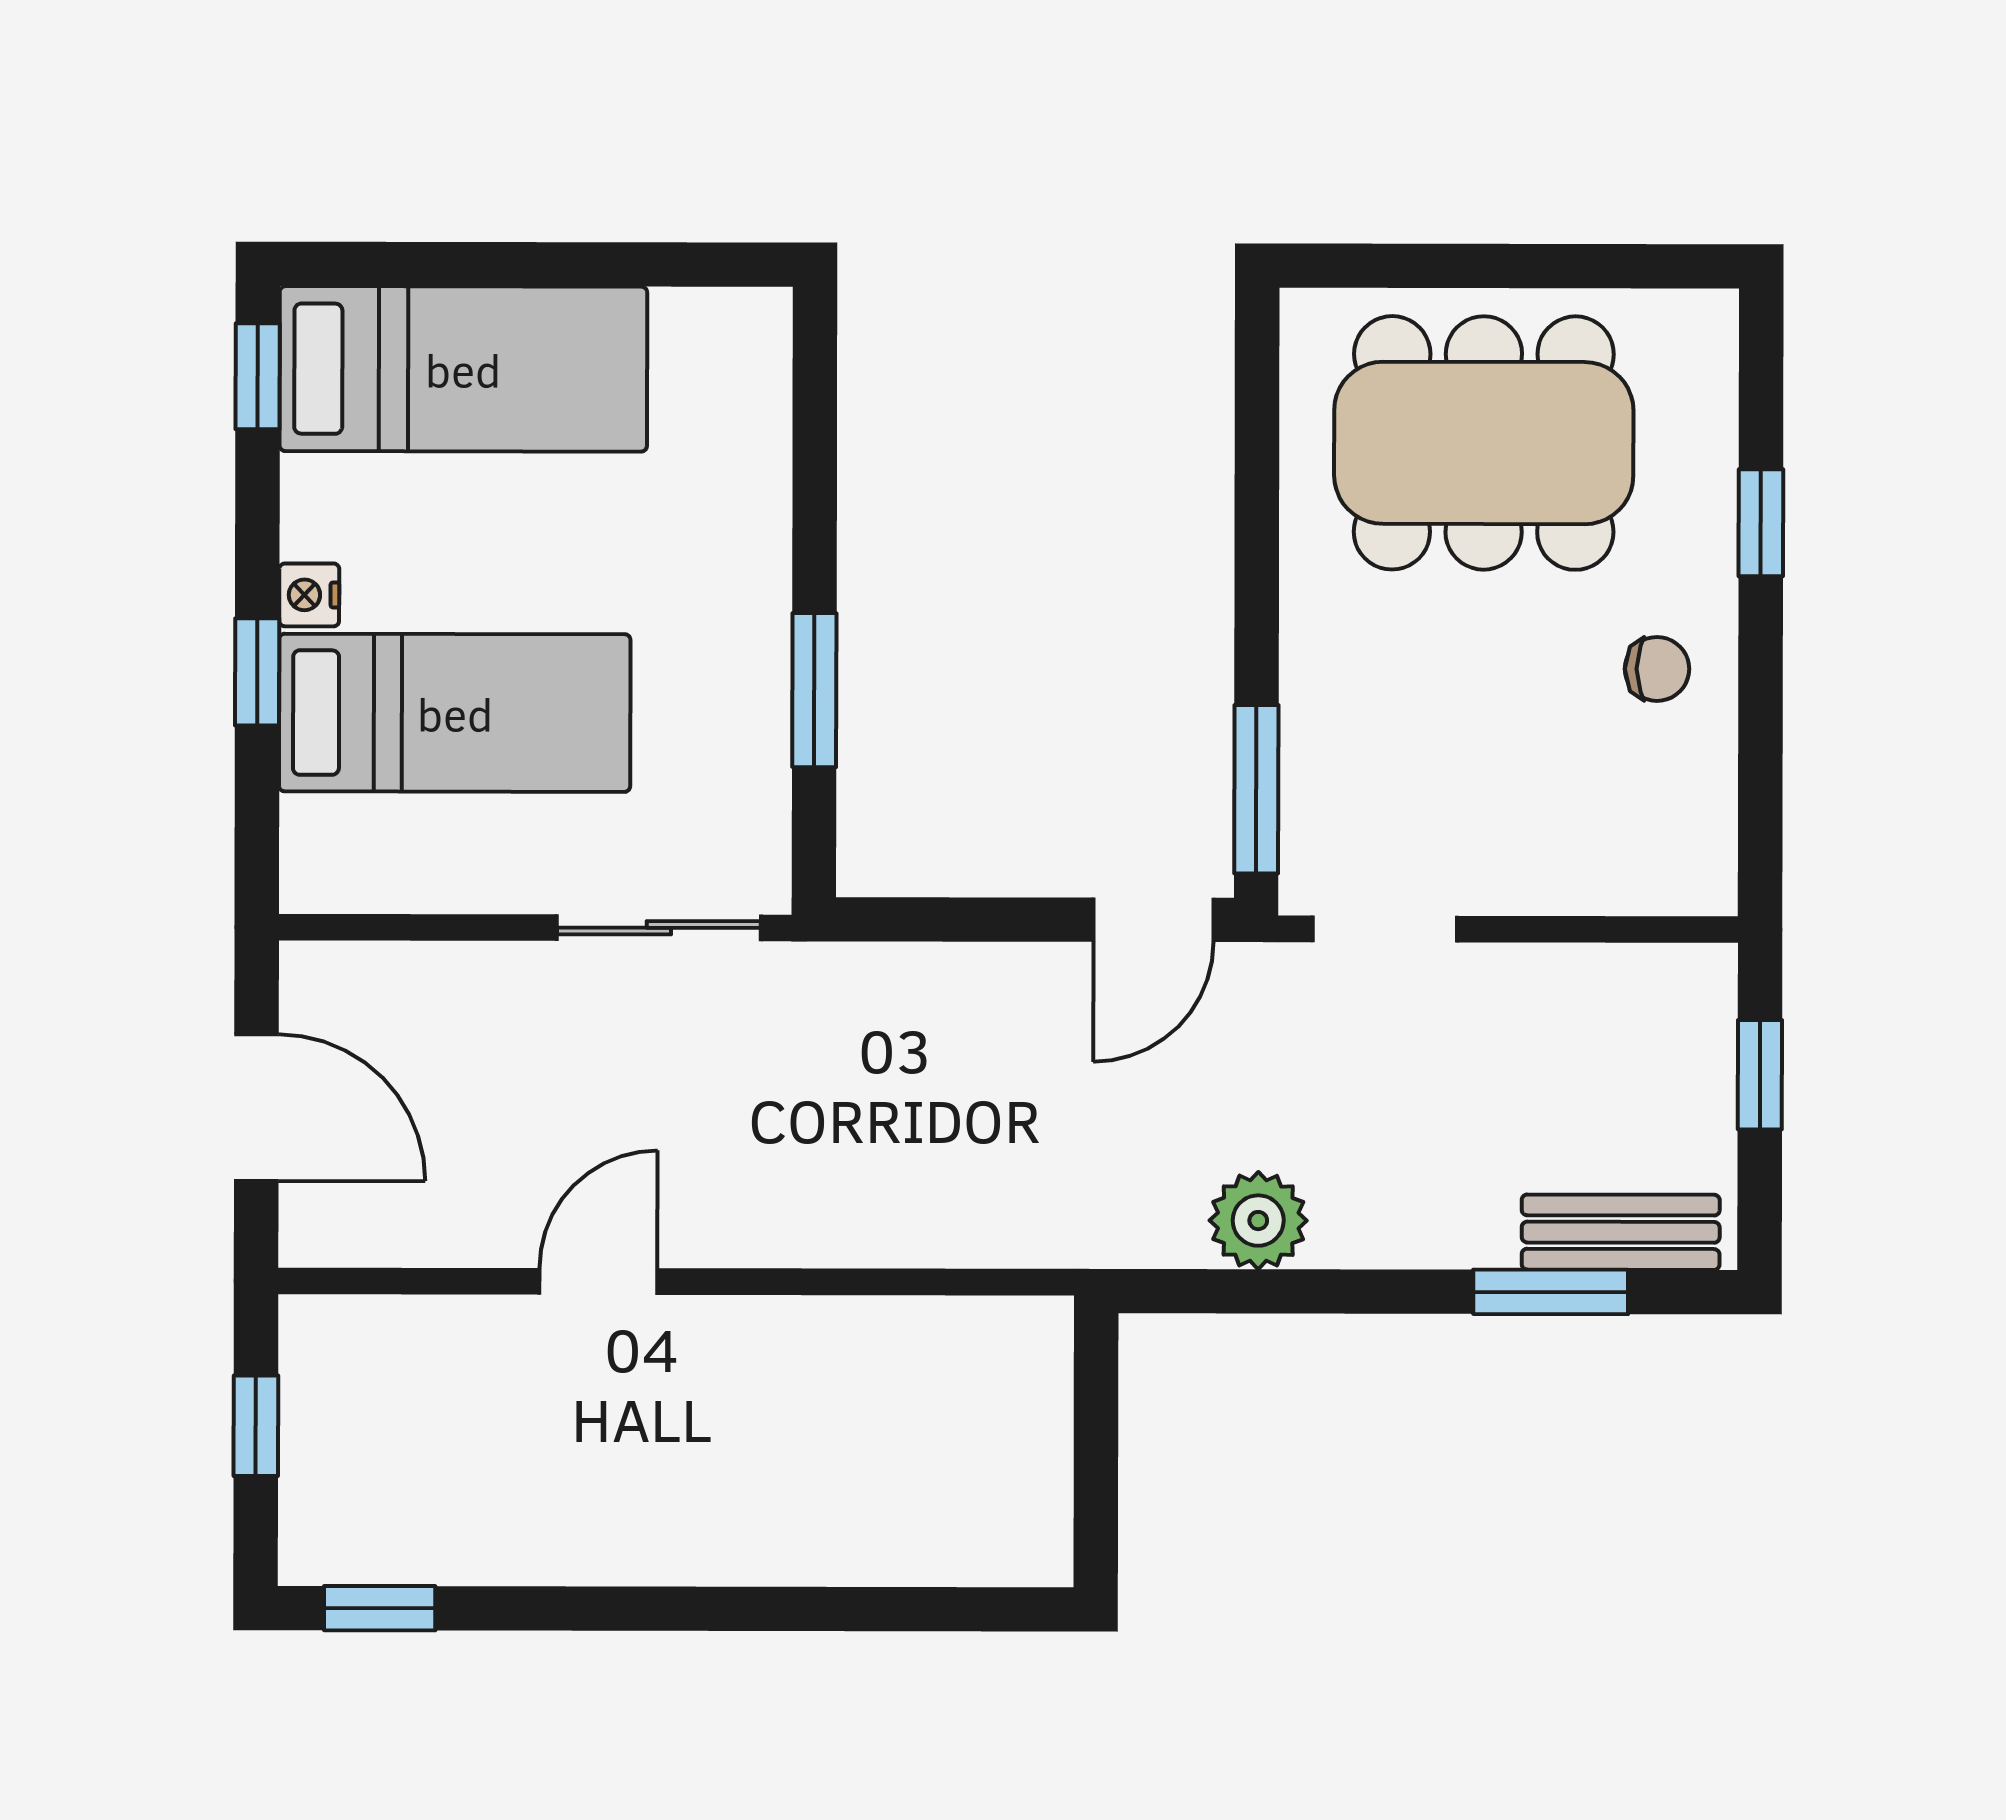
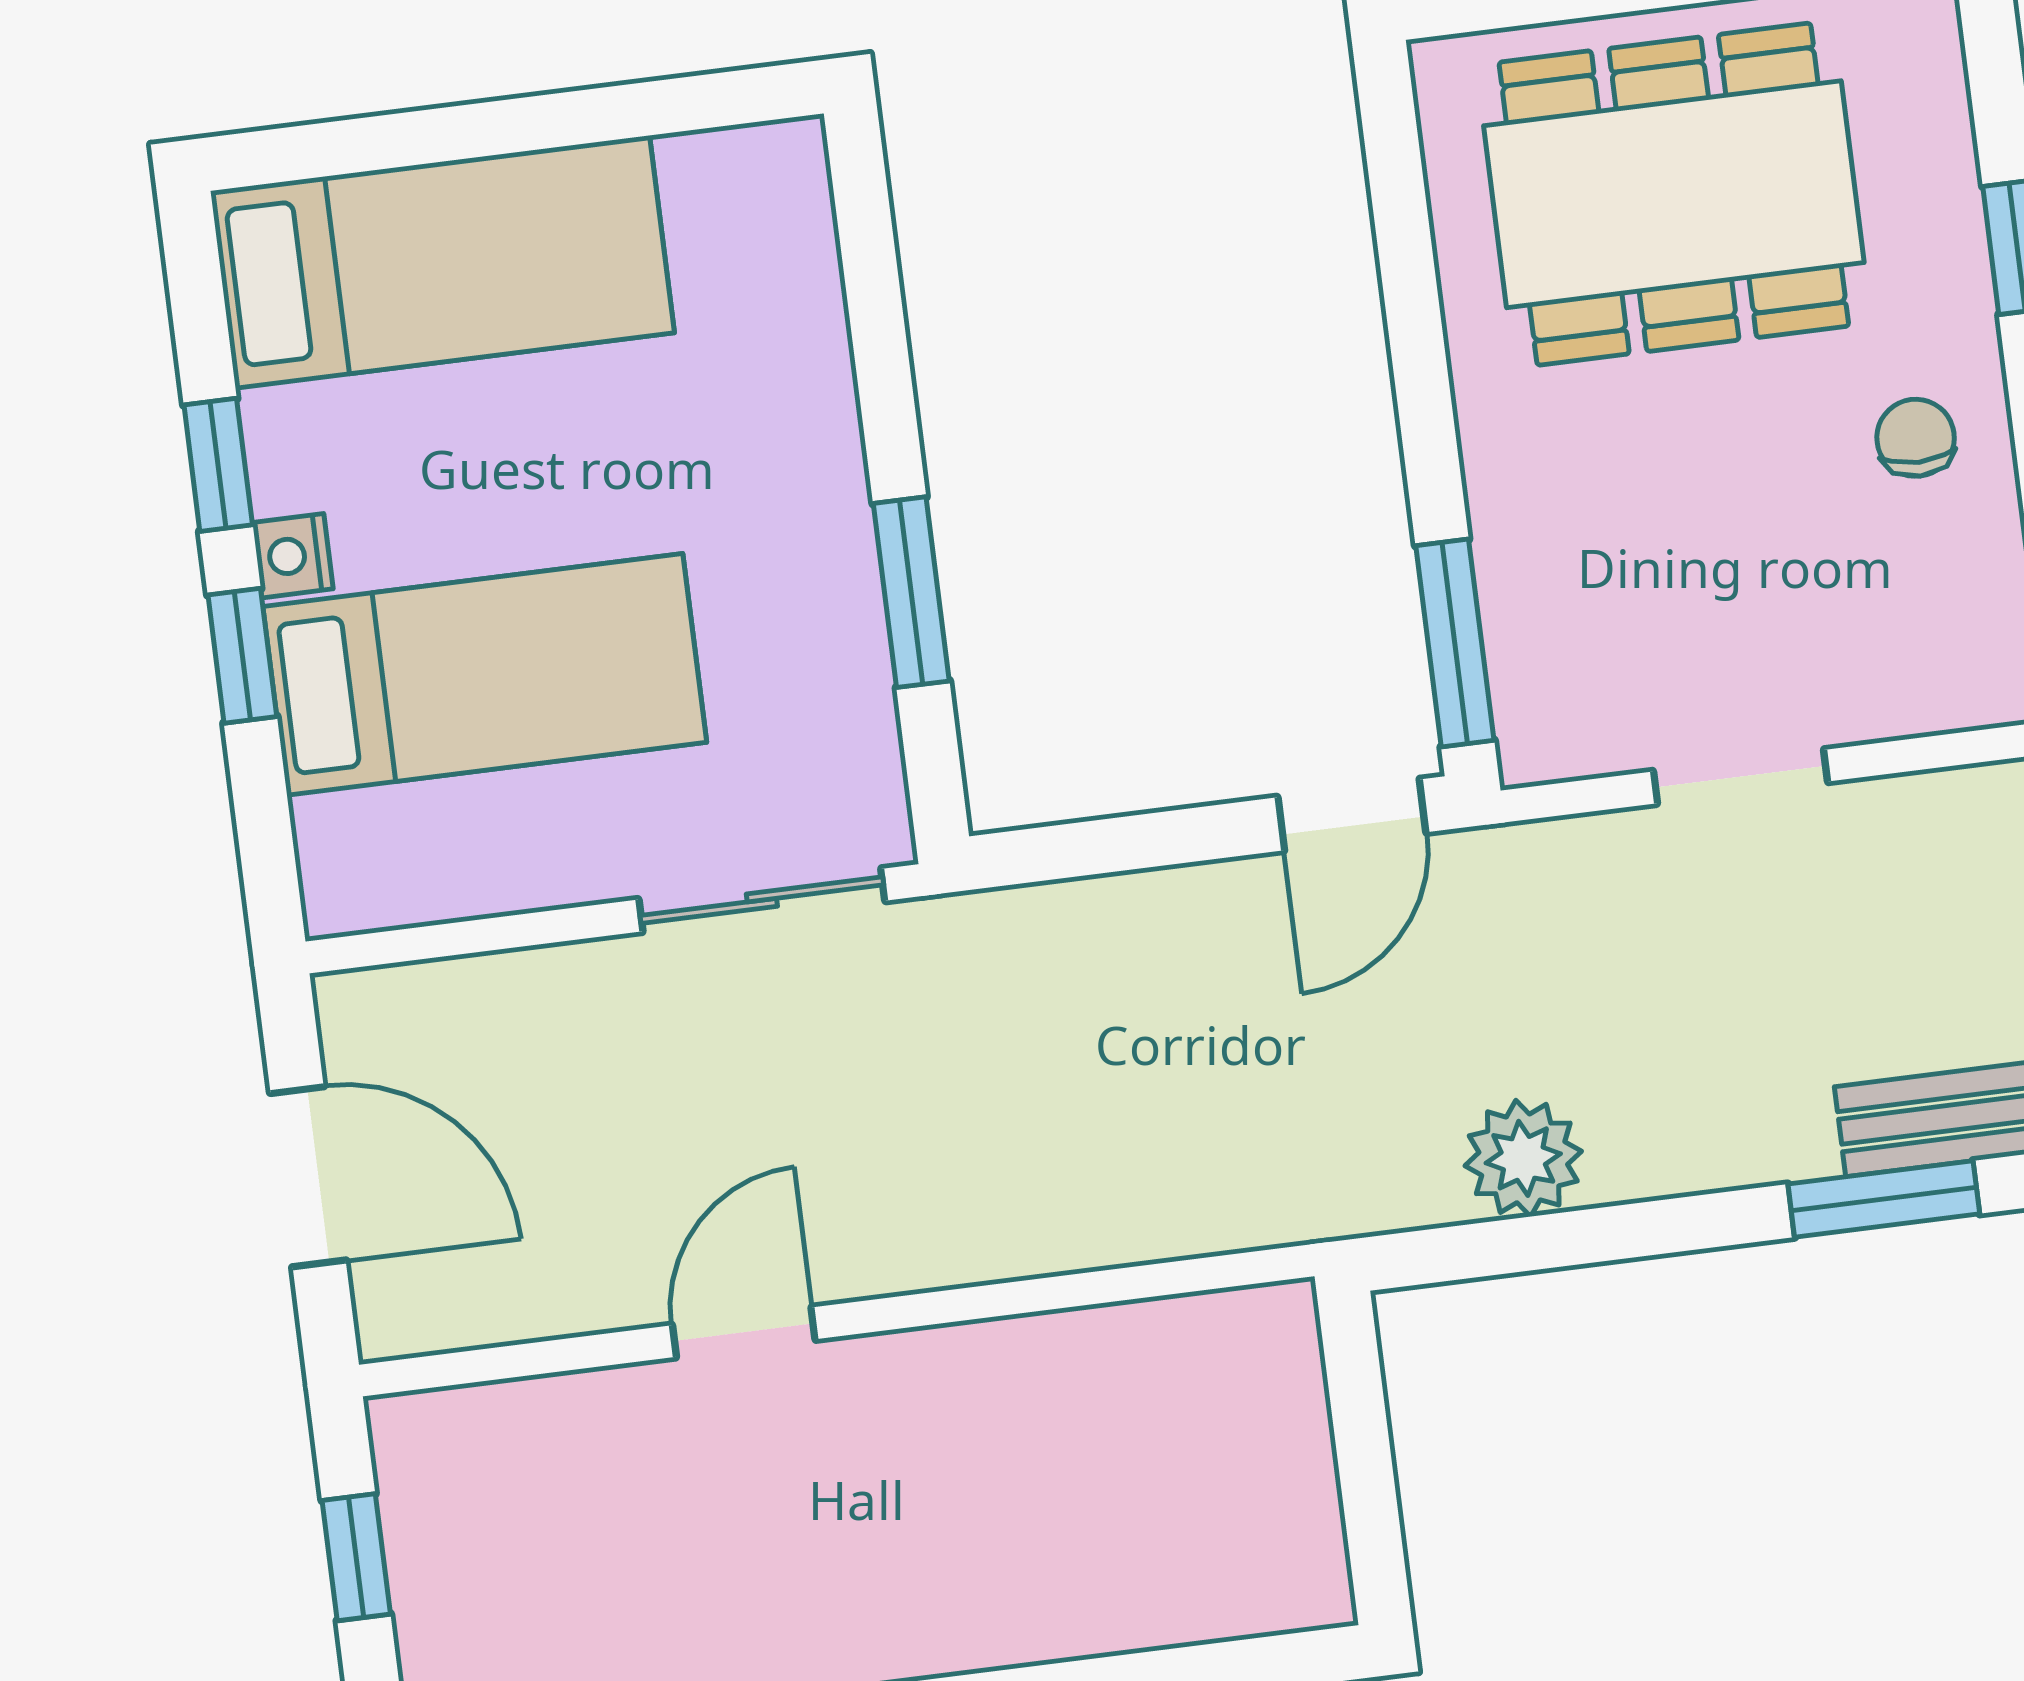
window: (258, 376) -> (218, 465), moved
chair: (1657, 669) -> (1916, 438), turned -90
doorway: (1385, 929) -> (1740, 777), moved

